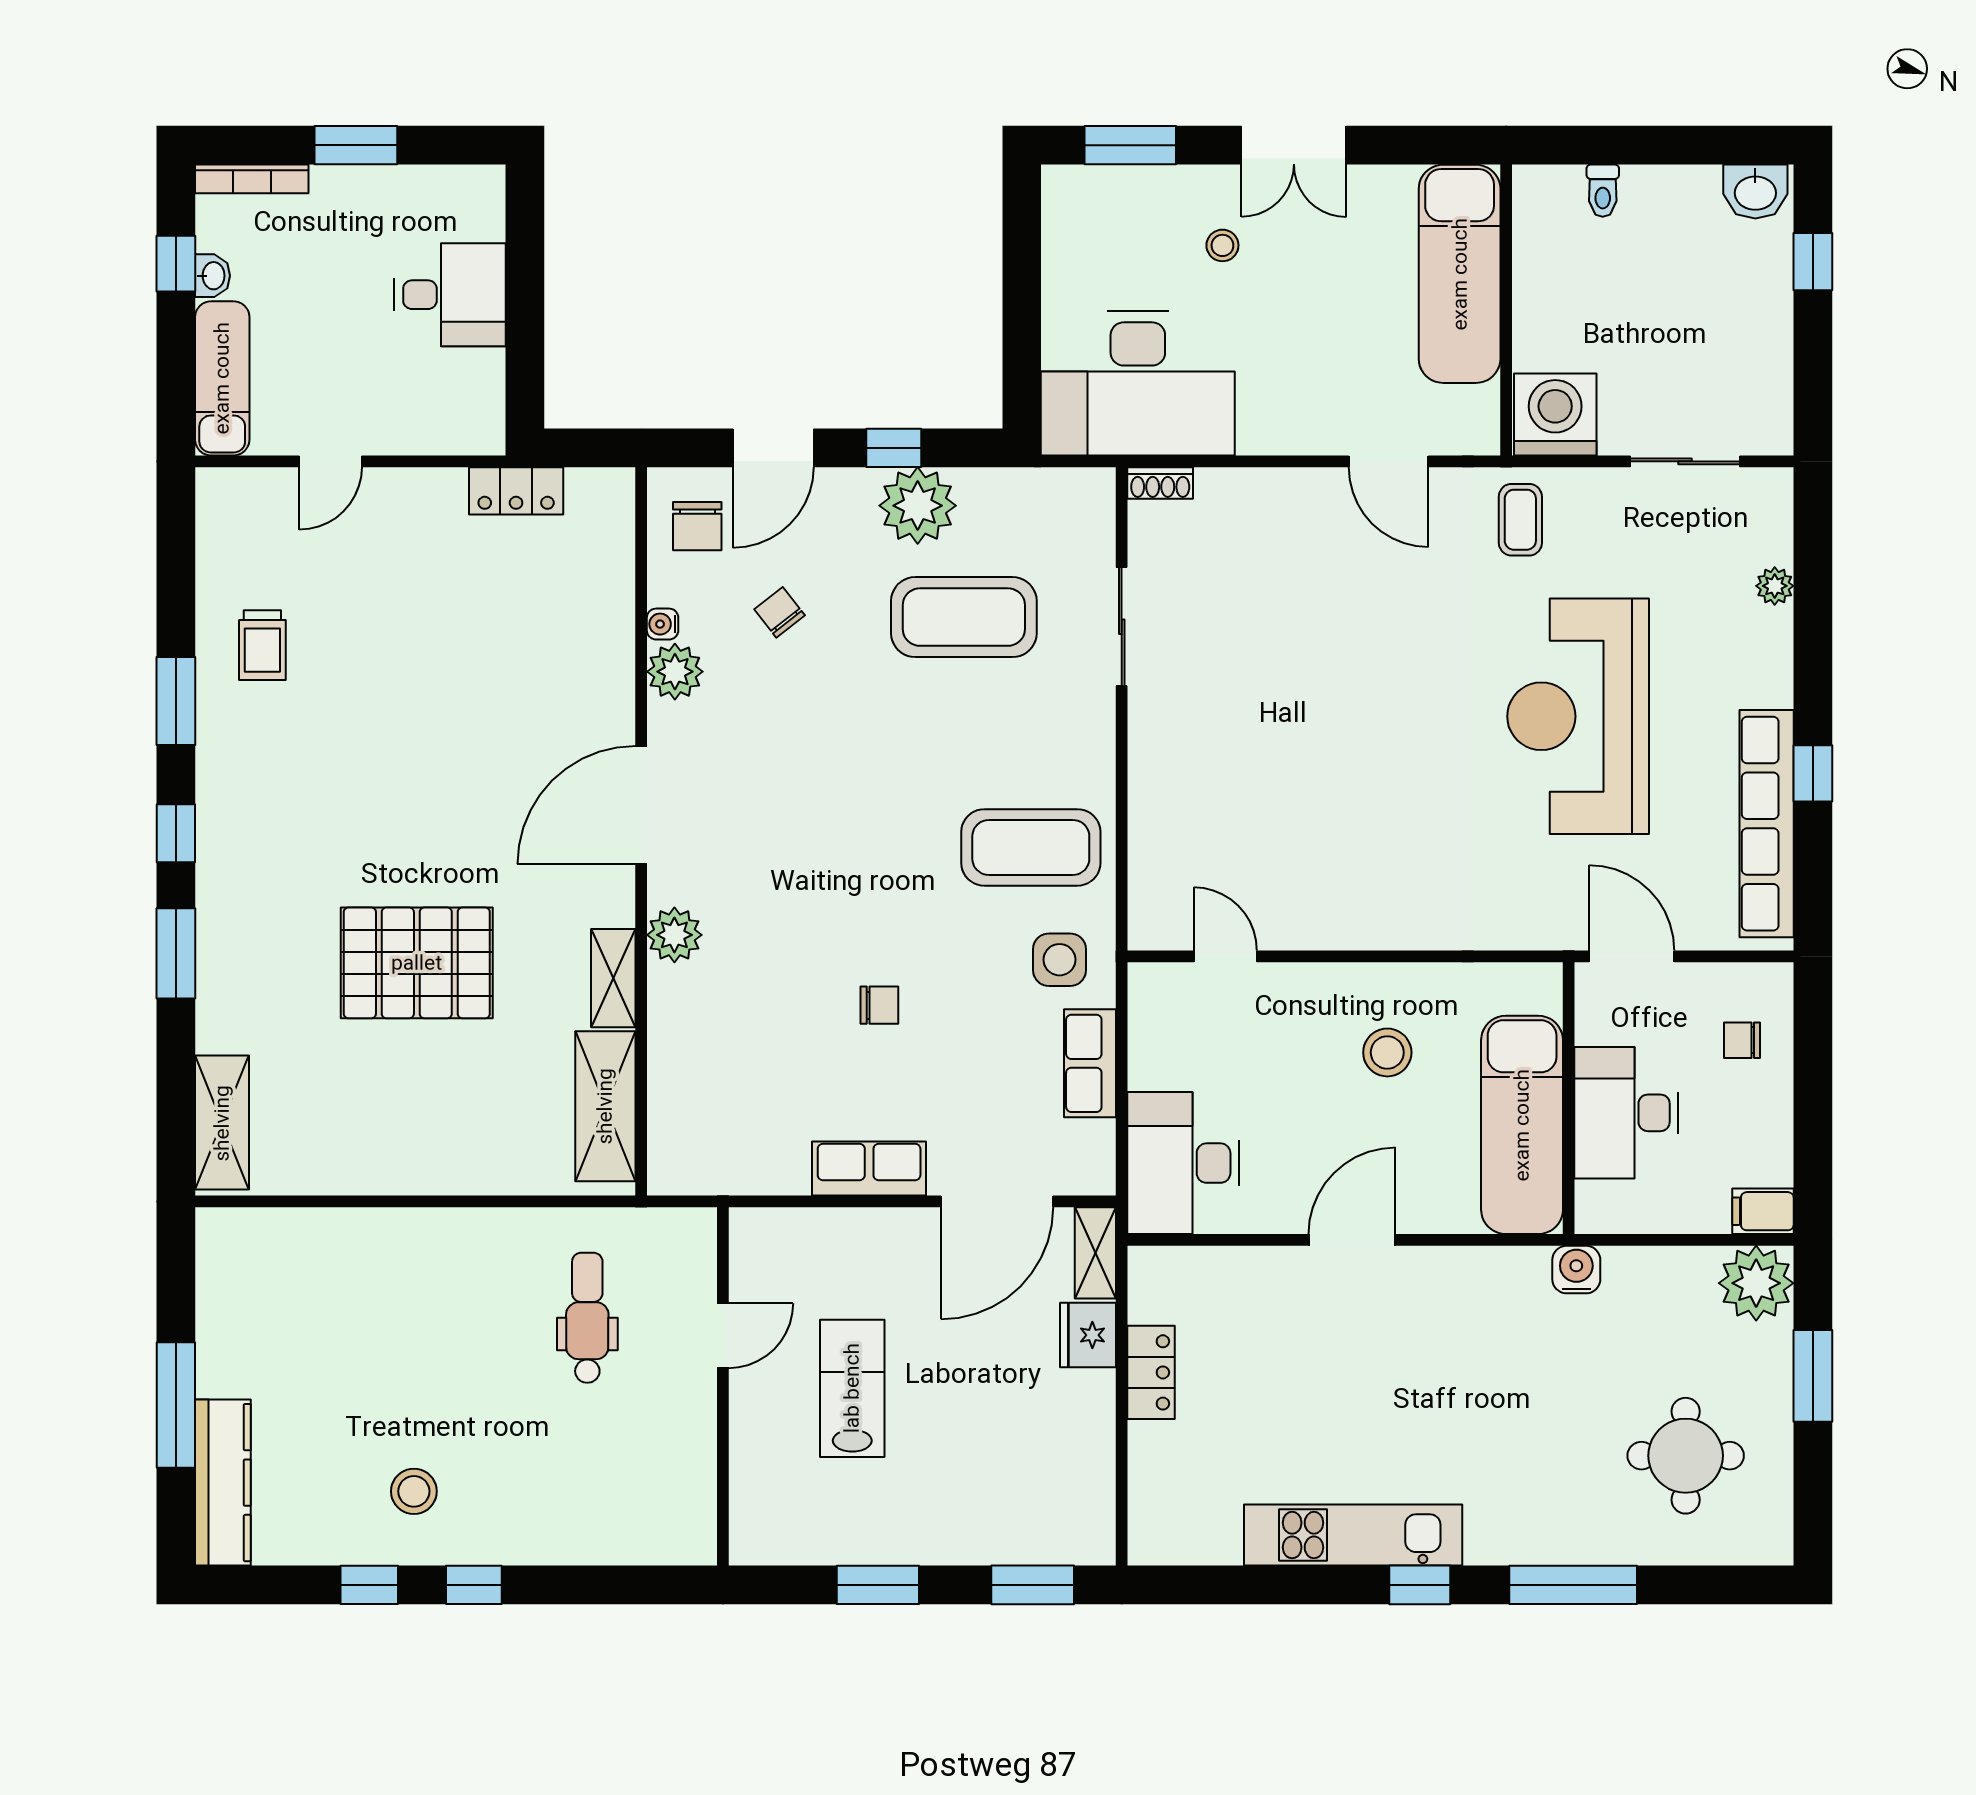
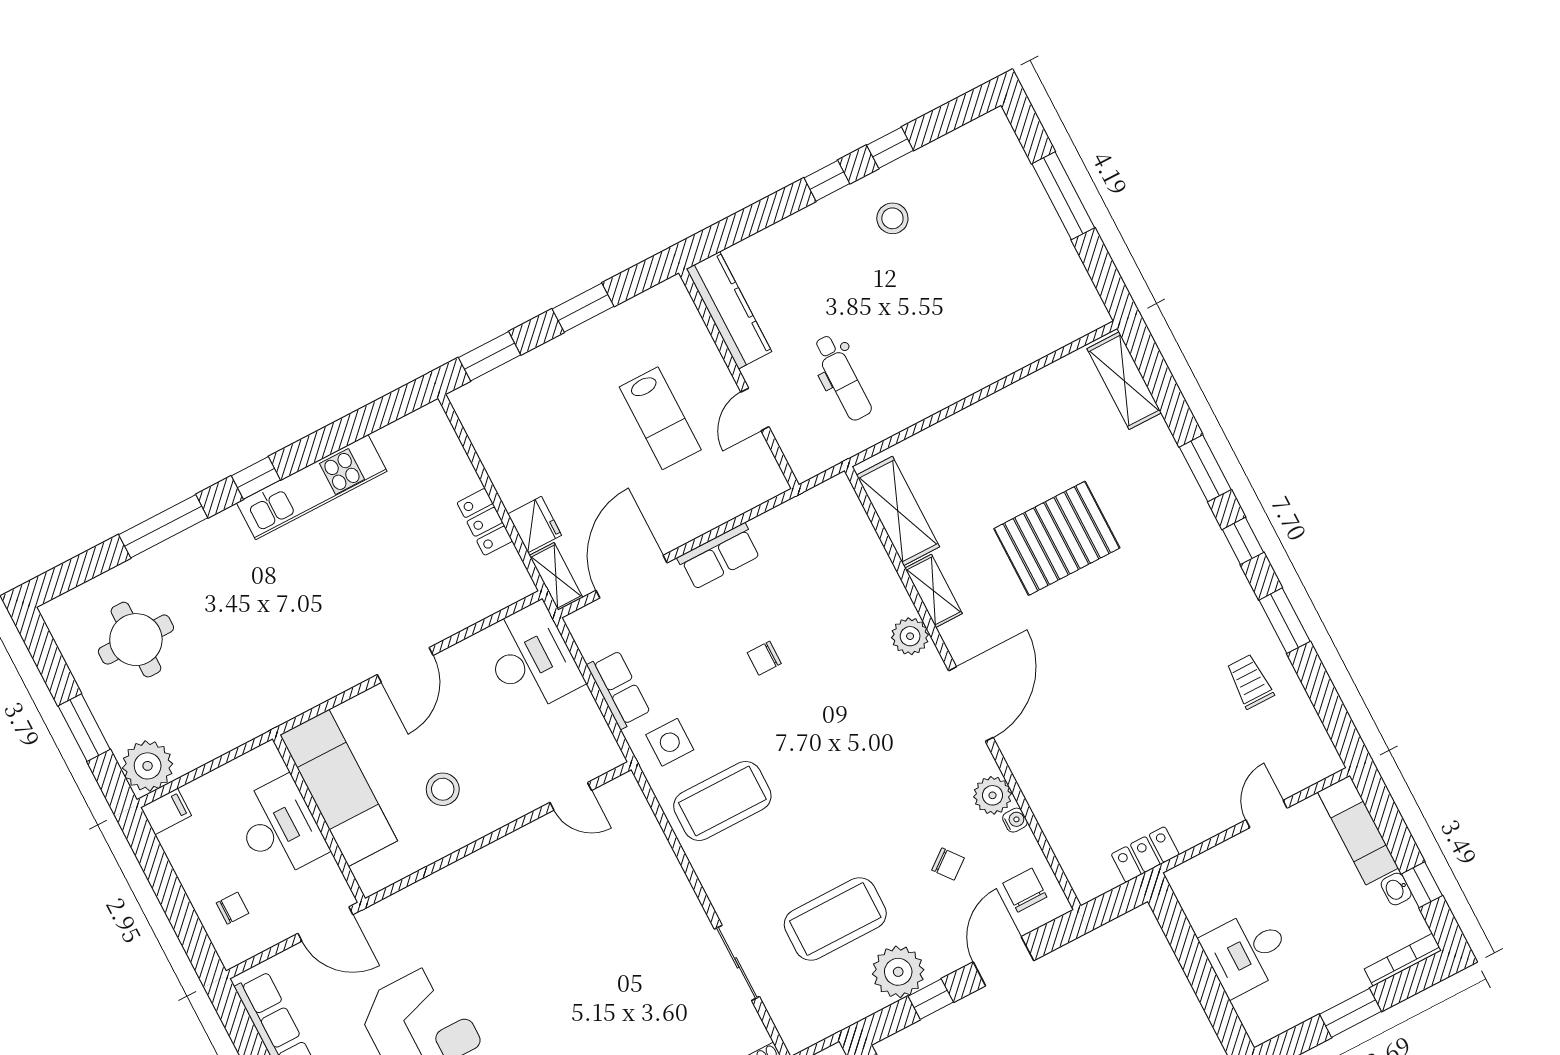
water cooler: (1576, 1270) -> (260, 718), removed
kitchen counter: (223, 1483) -> (729, 310), moved, turned 180

